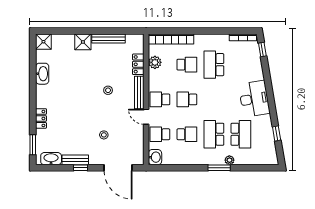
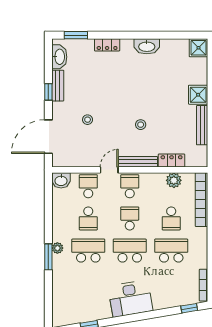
washbasin: (42, 74) -> (147, 46), moved
school desk: (241, 134) -> (130, 251), moved, turned 180
plant: (229, 160) -> (57, 248), moved

